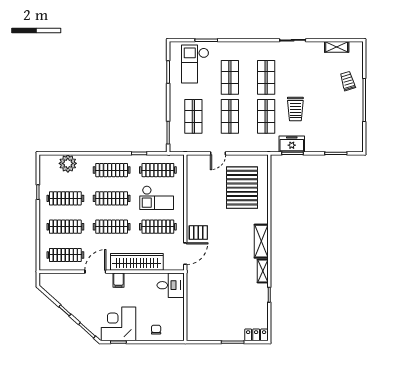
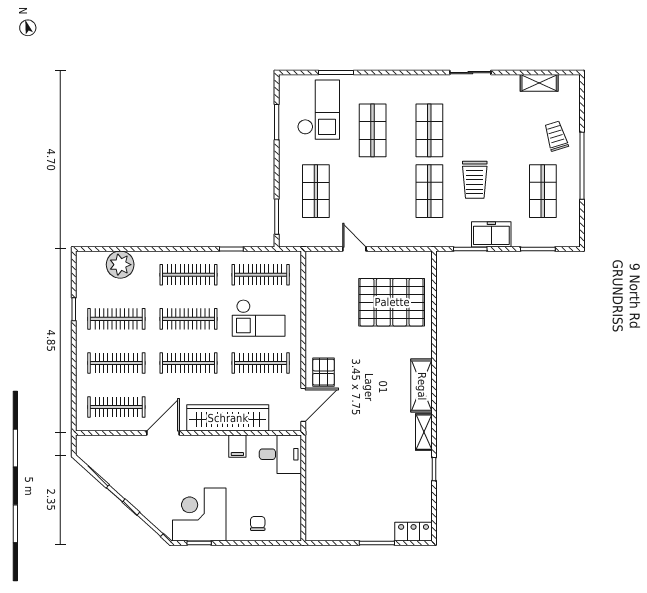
checkout: (195, 64) -> (319, 110), turned 180
shop shelf: (230, 116) -> (543, 191), moved
freezer: (292, 144) -> (491, 234), moved
door: (218, 153) -> (354, 249), swing flipped
pallet: (242, 188) -> (392, 302), turned 90
pallet: (198, 233) -> (323, 372), turned 90
filing cabinet: (119, 280) -> (237, 446), moved

